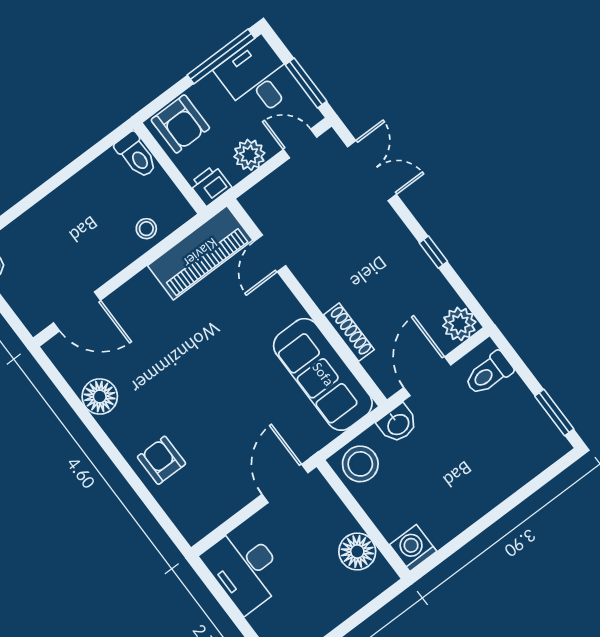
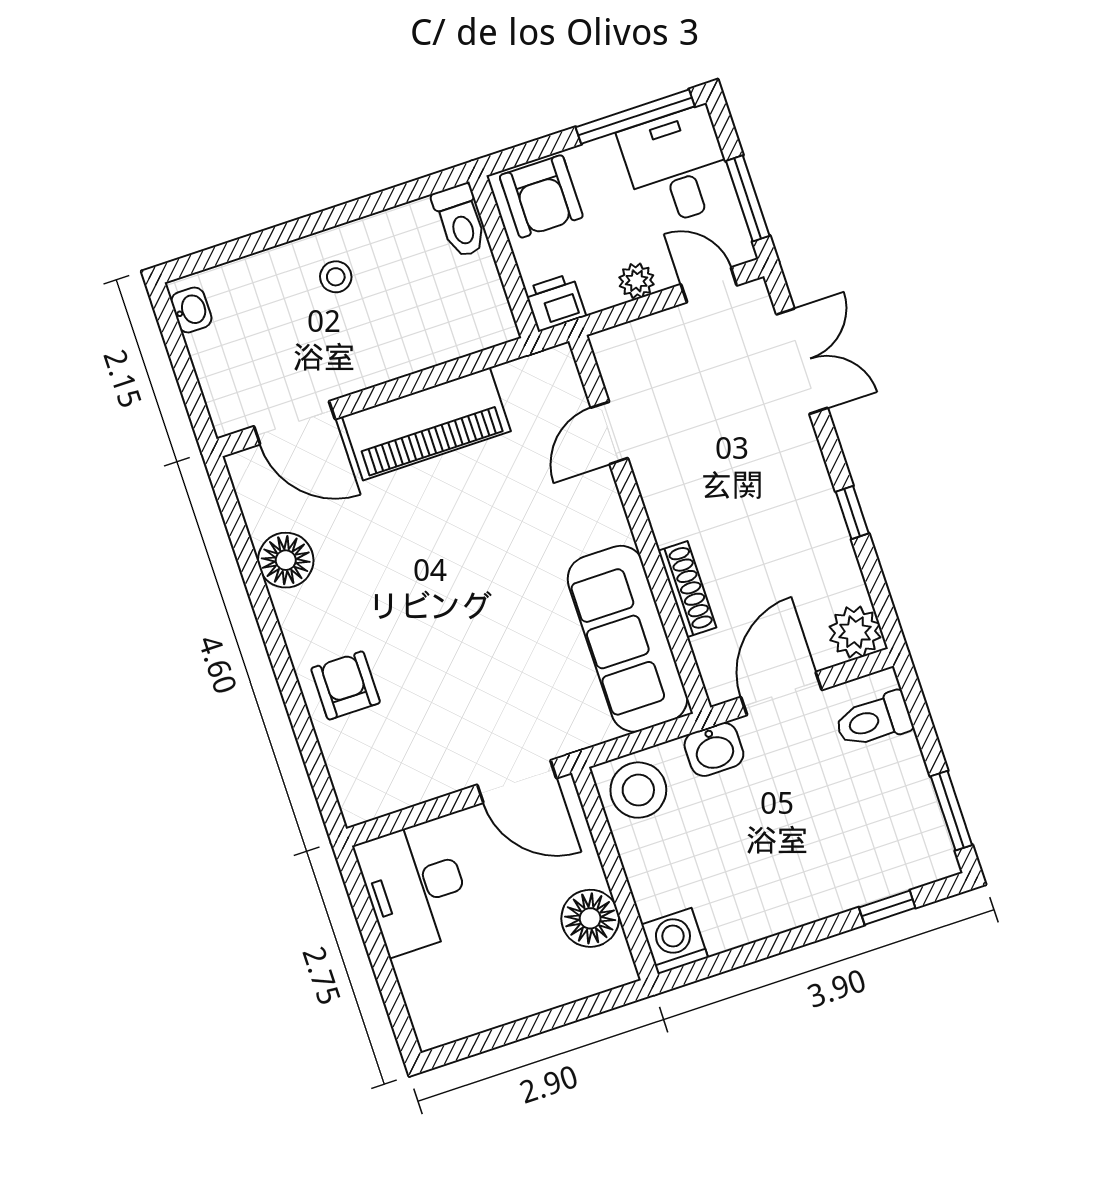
plant: (249, 155) -> (637, 281), width x0.73, depth x0.73
stool: (146, 229) -> (336, 277), moved
piano: (200, 253) -> (426, 424), moved
door: (285, 484) -> (517, 782), swing flipped
window: (535, 484) -> (887, 908), added

